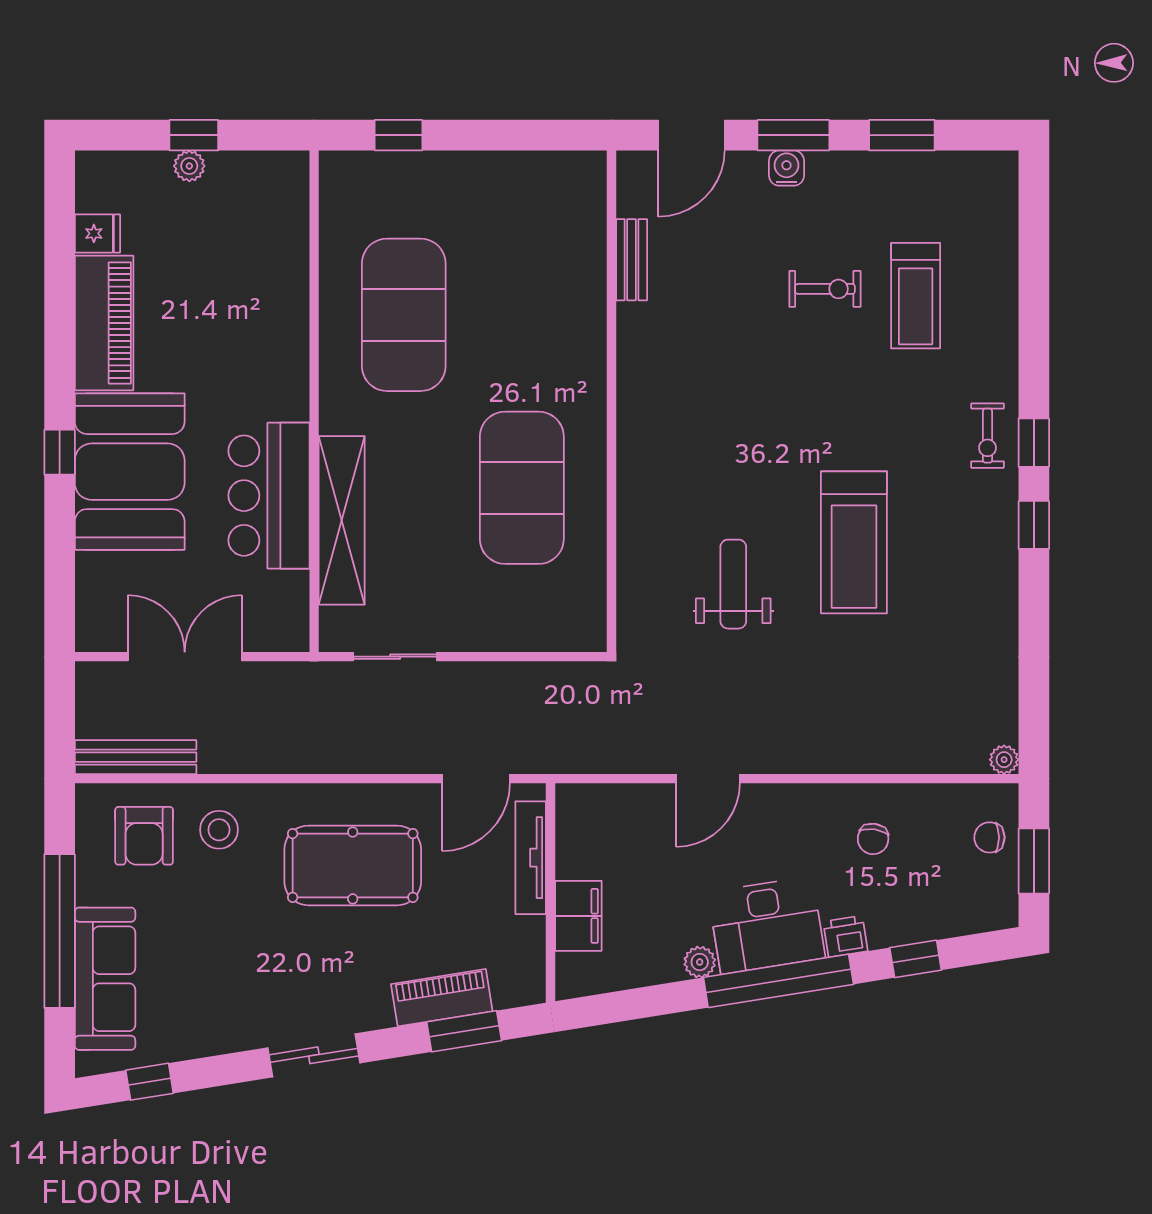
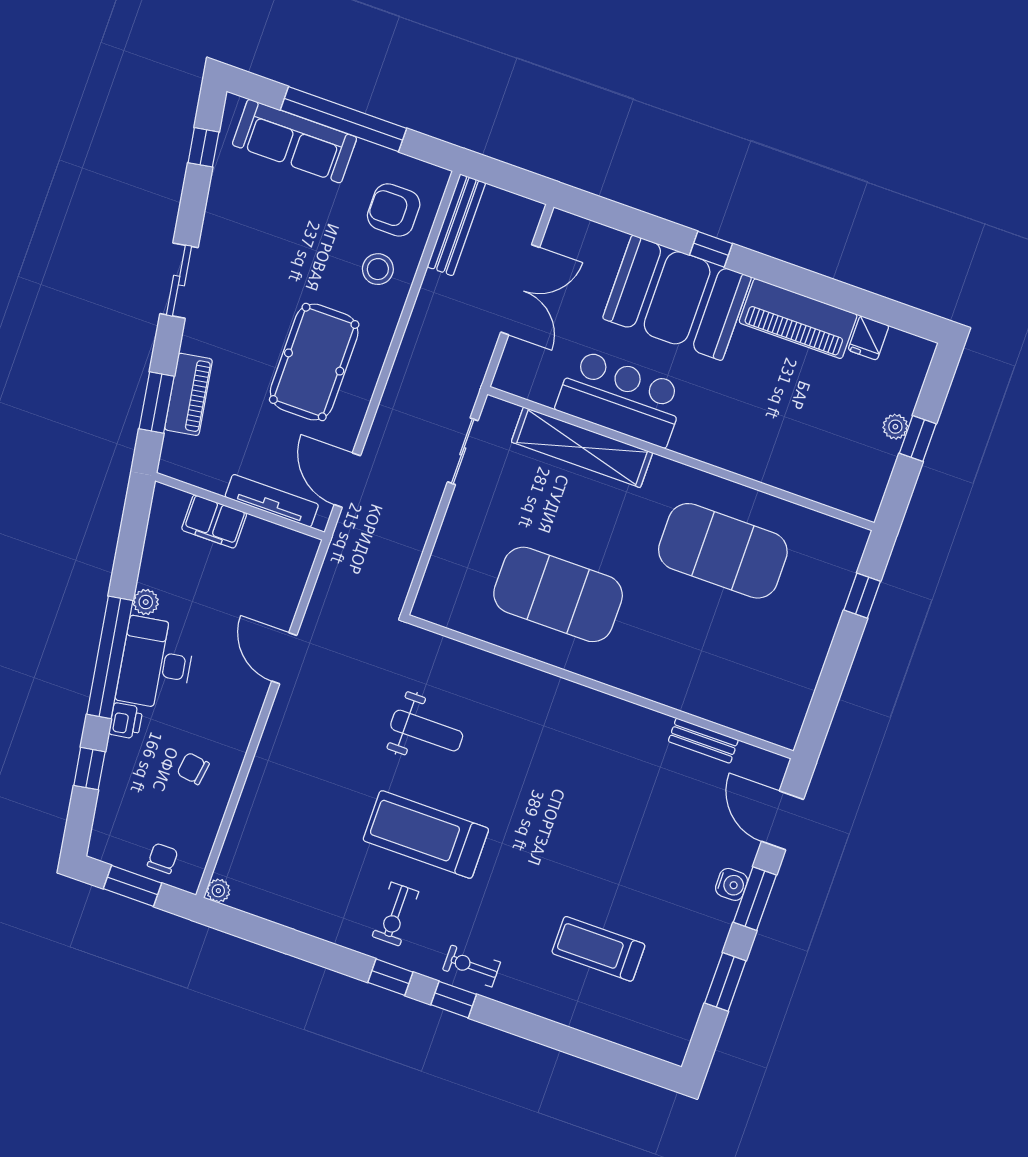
exercise bike: (825, 289) -> (395, 914), moved

